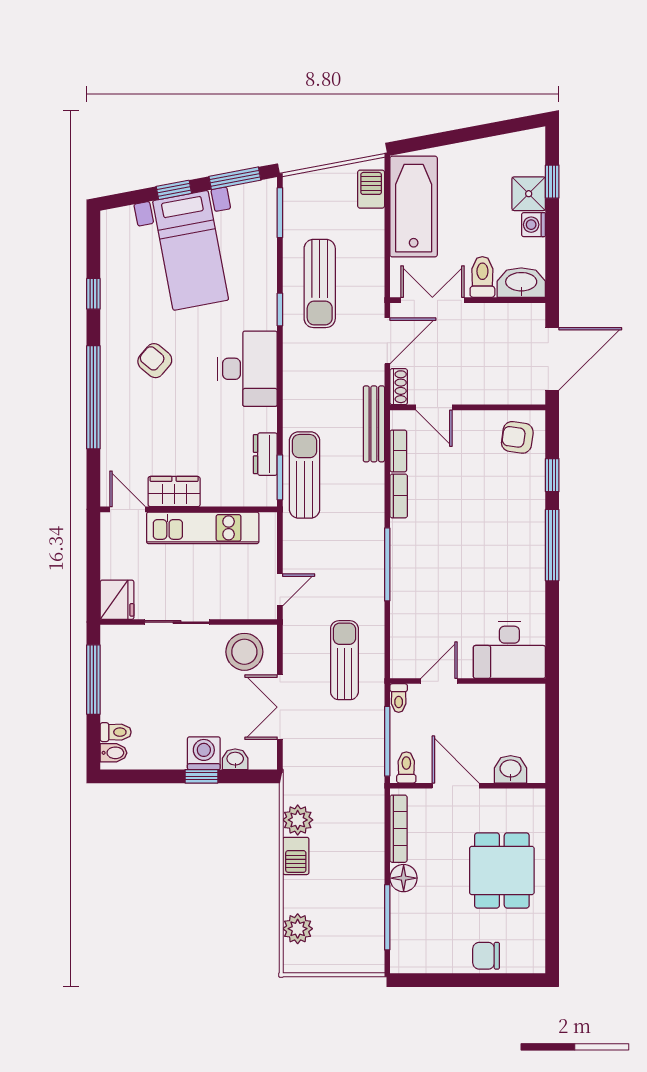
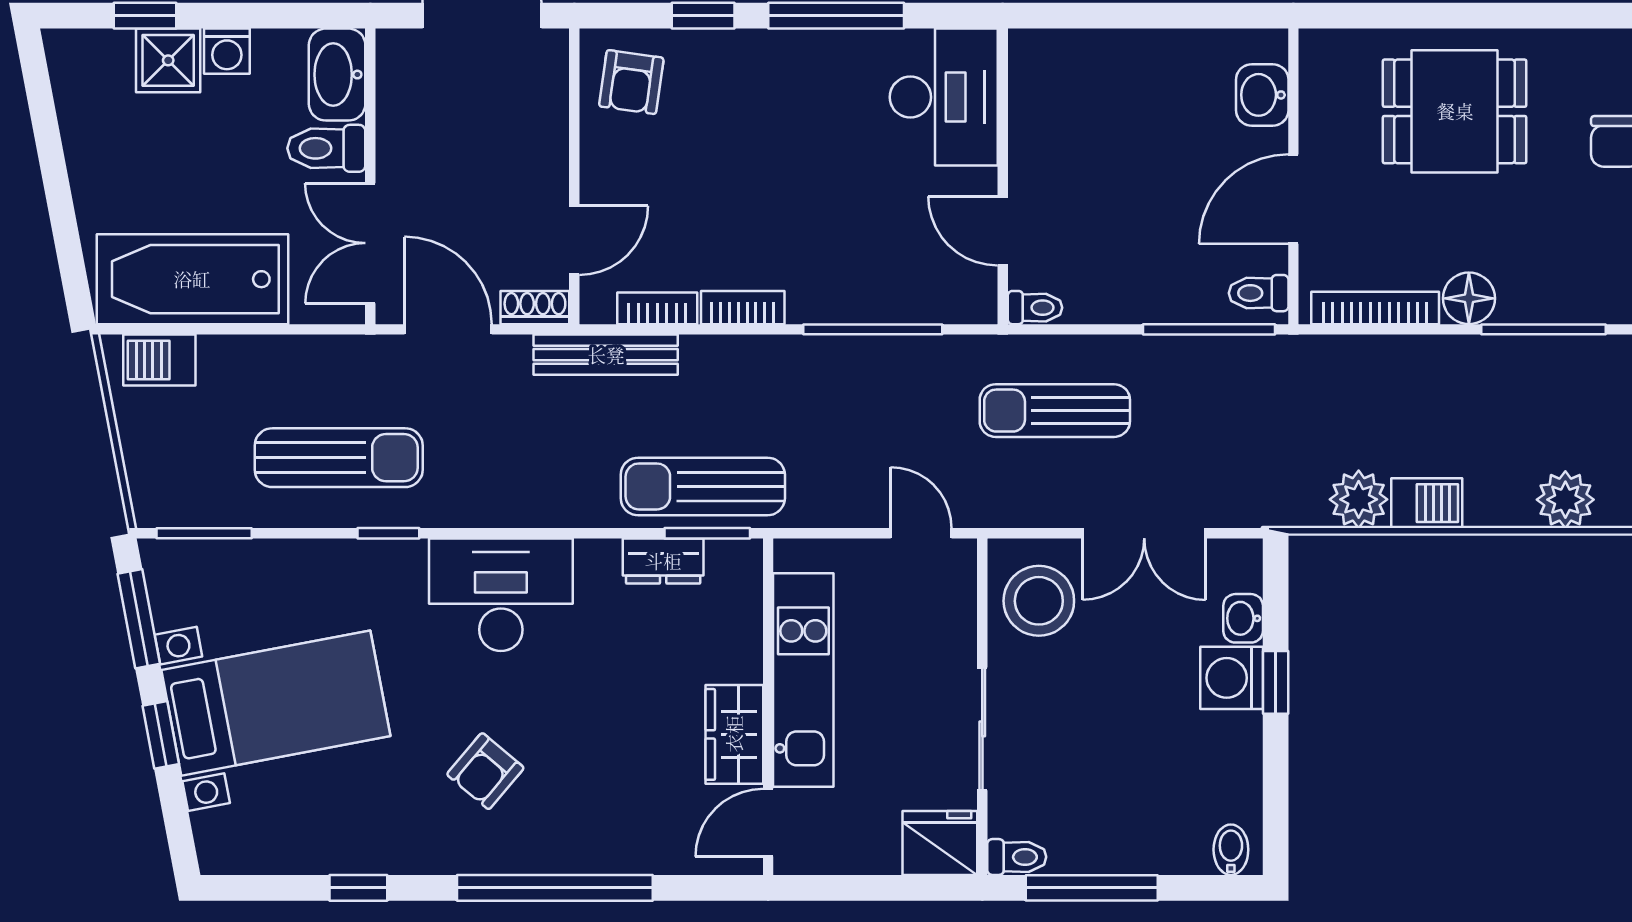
desk: (509, 650) -> (944, 97), moved
door: (439, 681) -> (1003, 231), moved
wall: (468, 681) -> (1003, 176), moved
toilet: (399, 698) -> (1035, 308), moved
toilet: (116, 732) -> (1017, 857), moved, turned 90

